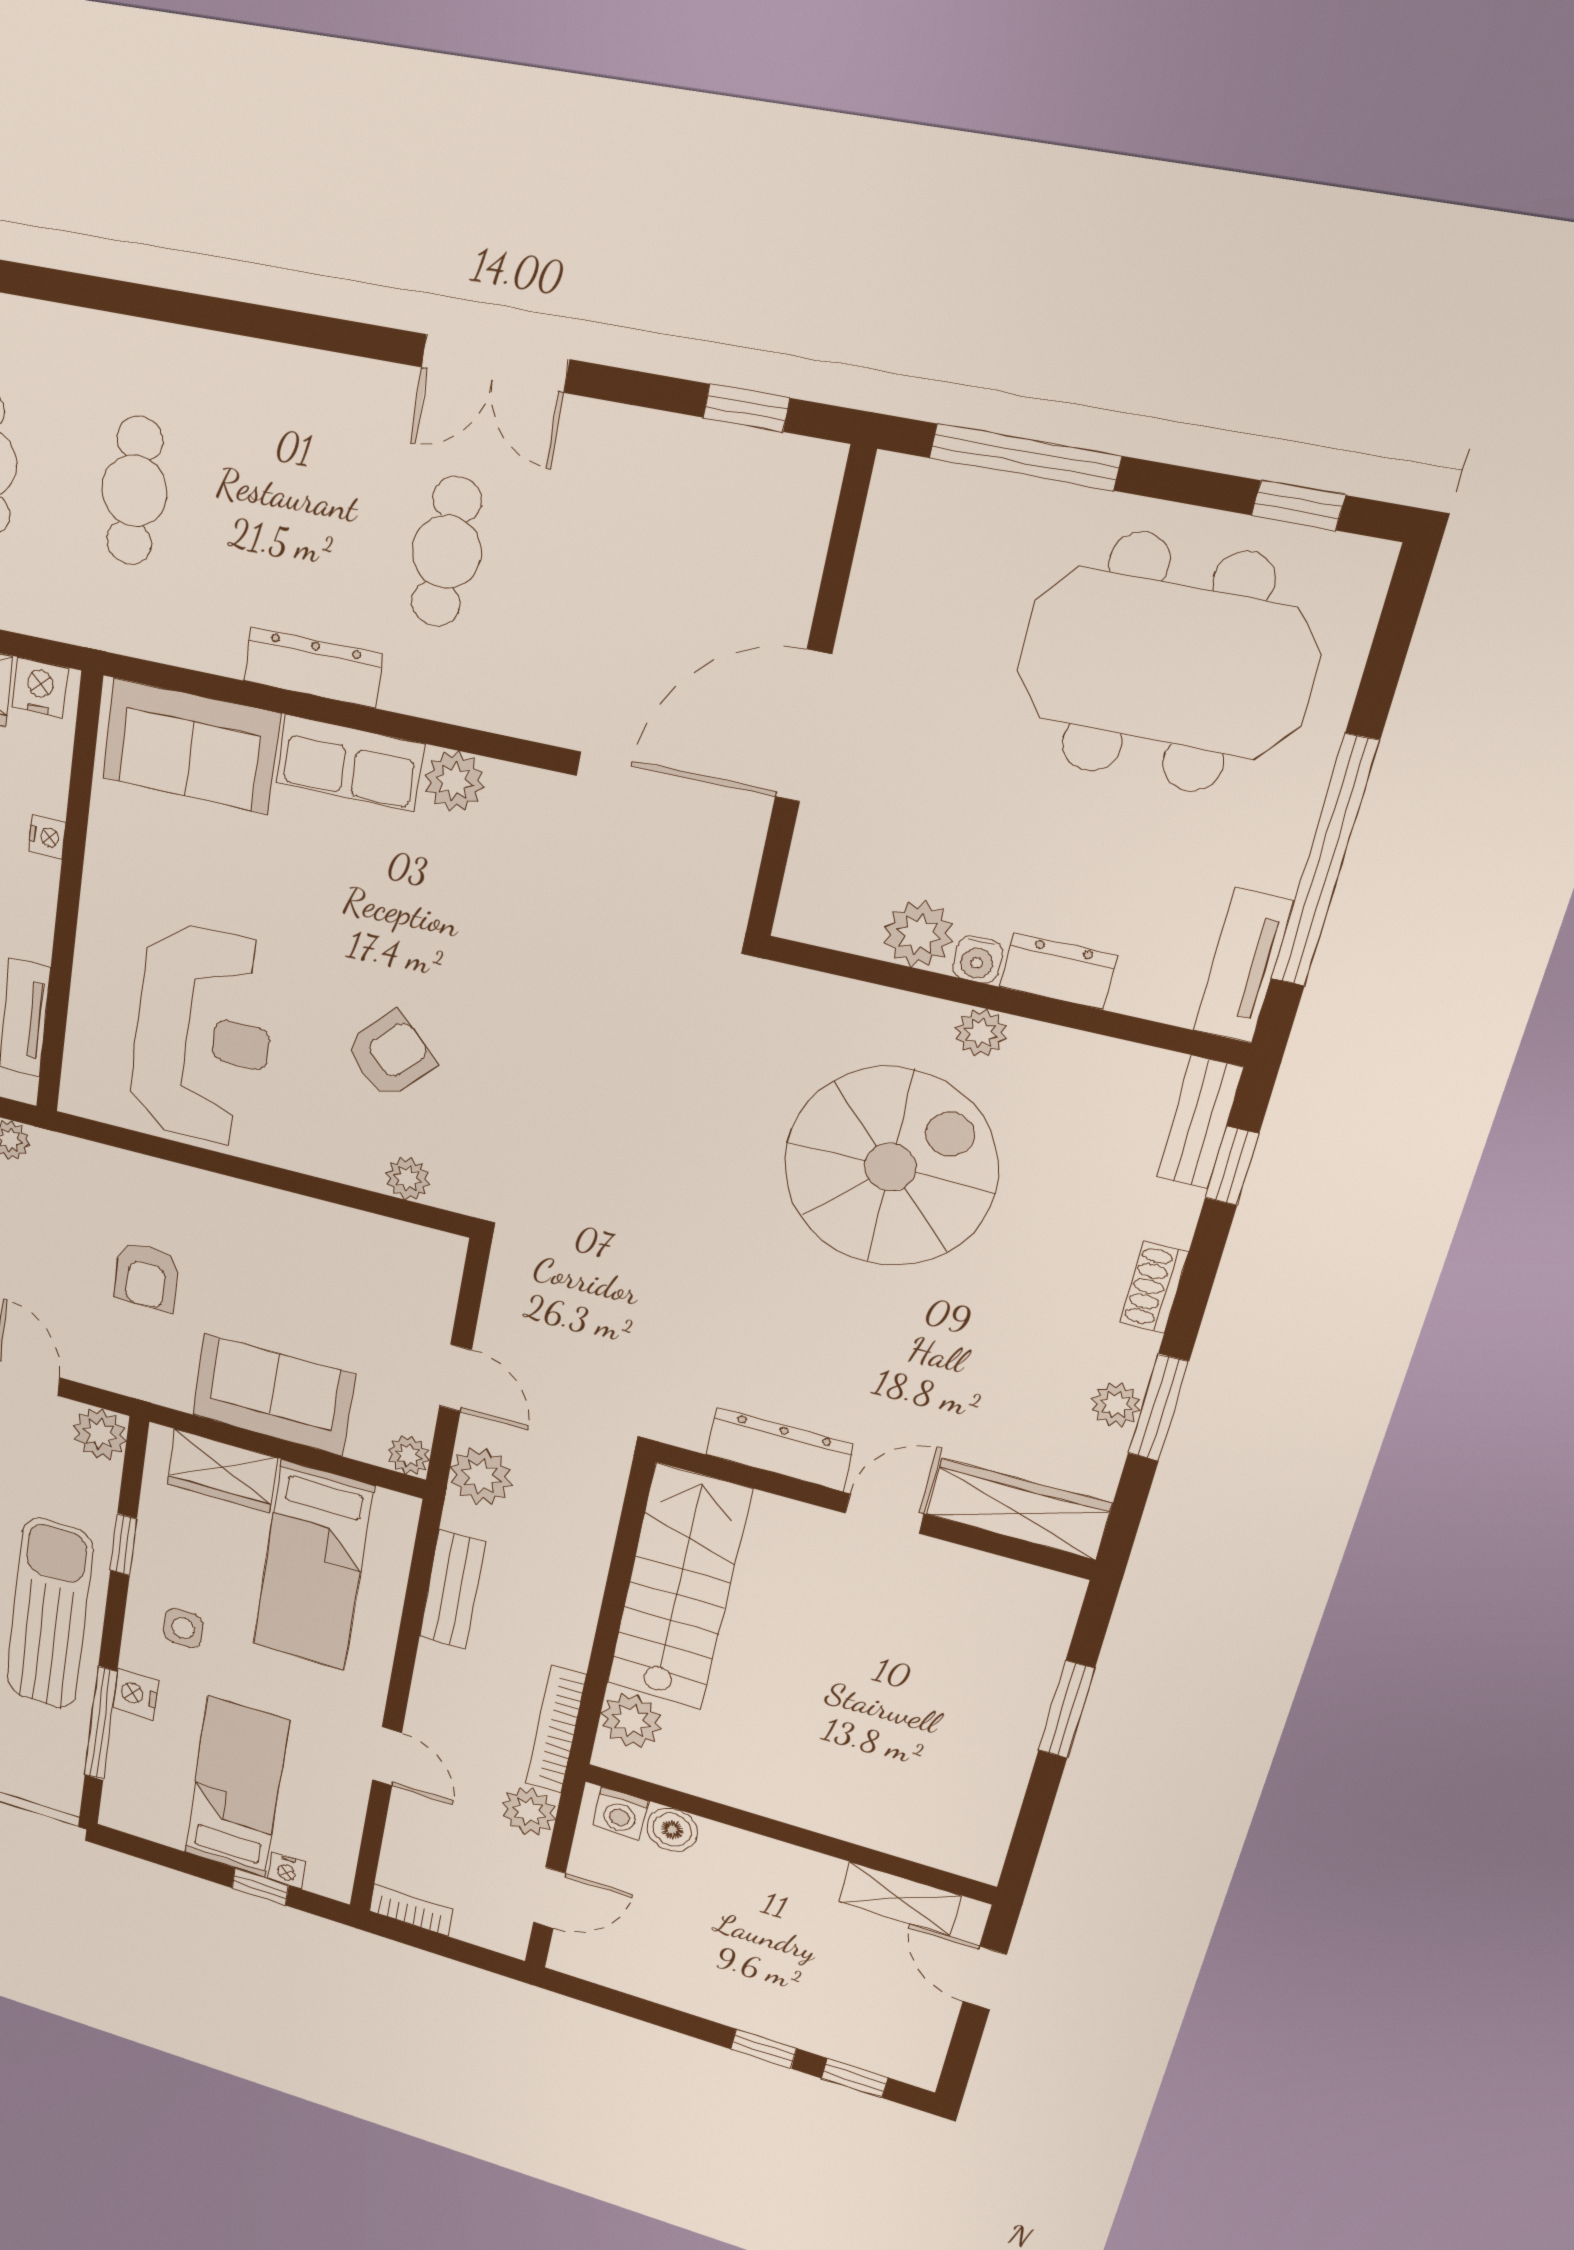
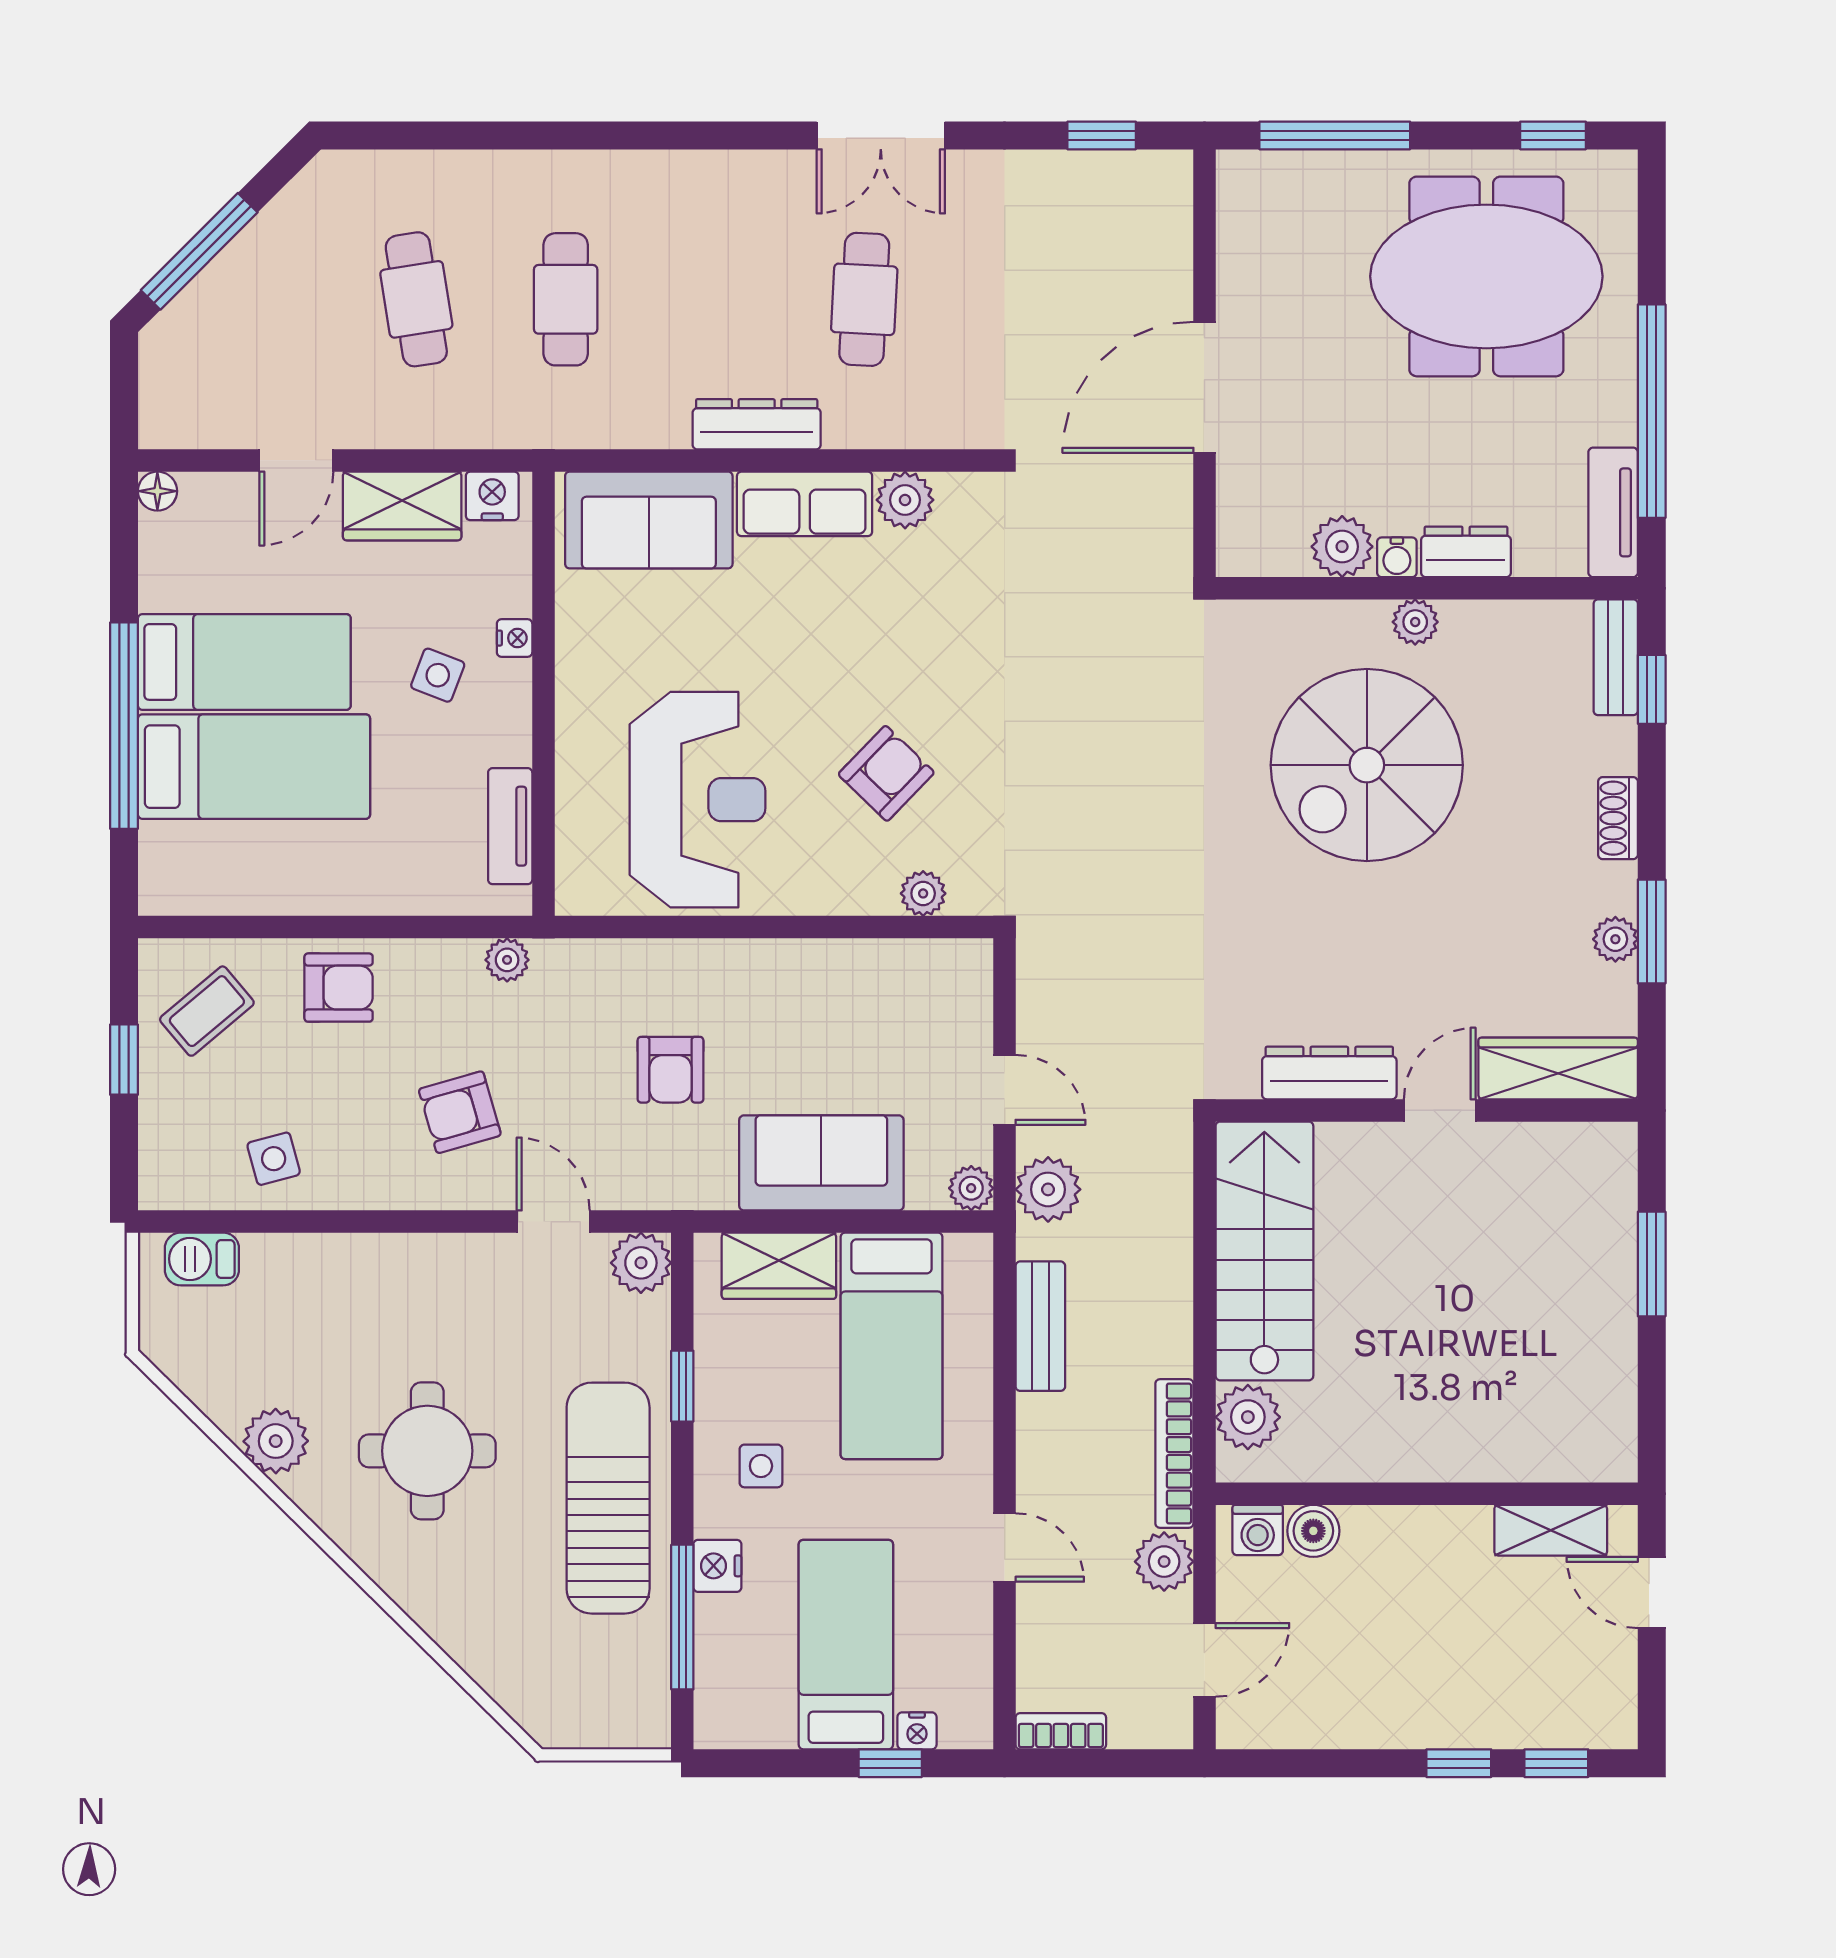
spiral stairs: (890, 1167) -> (1367, 765), turned 180

